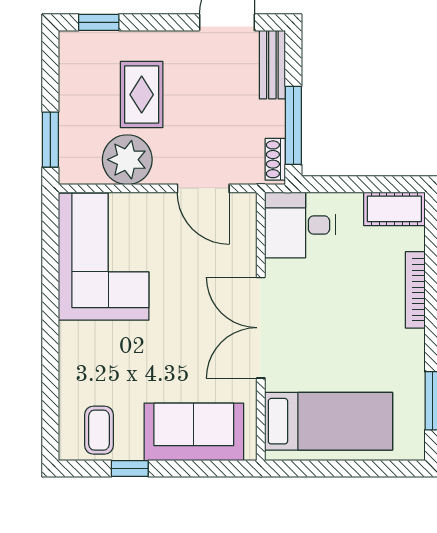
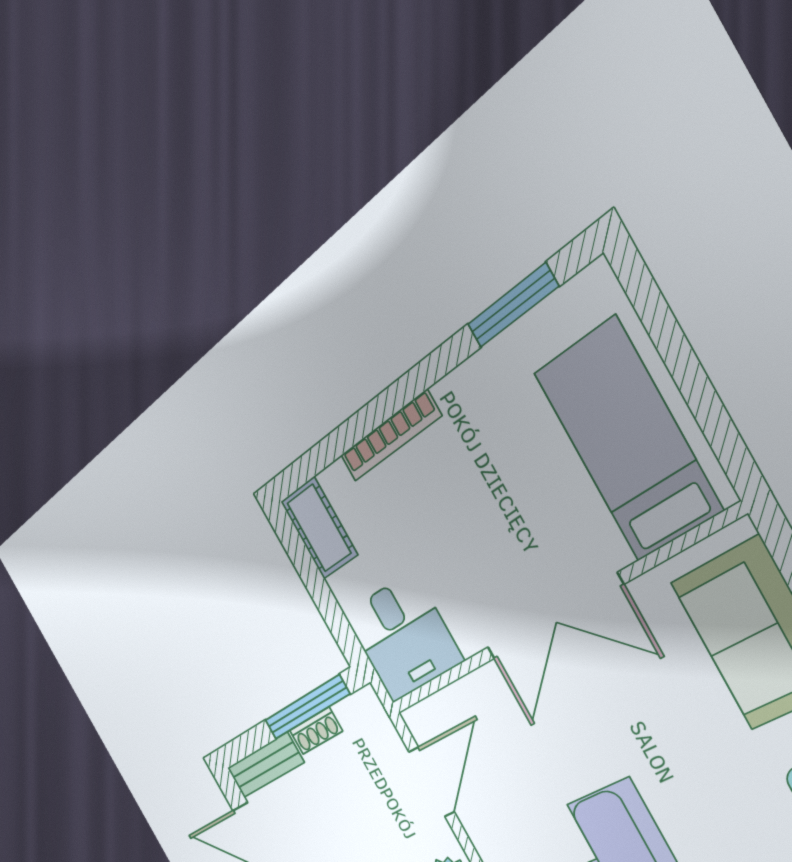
shoe rack: (275, 159) -> (316, 731), moved

